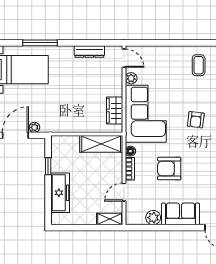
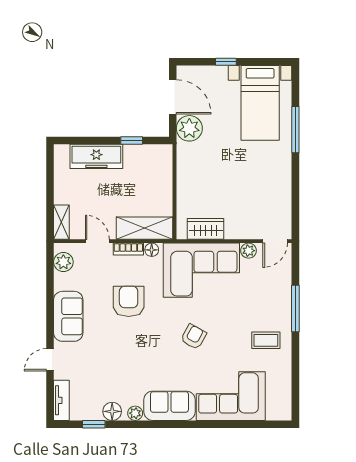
window: (175, 43) -> (295, 309), added
dresser: (89, 52) -> (284, 195), removed
armchair: (196, 120) -> (193, 337), turned 112
plant: (34, 127) -> (189, 128), width x1.87, depth x1.87
shelving: (101, 144) -> (145, 228), moved, turned 90
plant: (153, 218) -> (63, 262), moved

